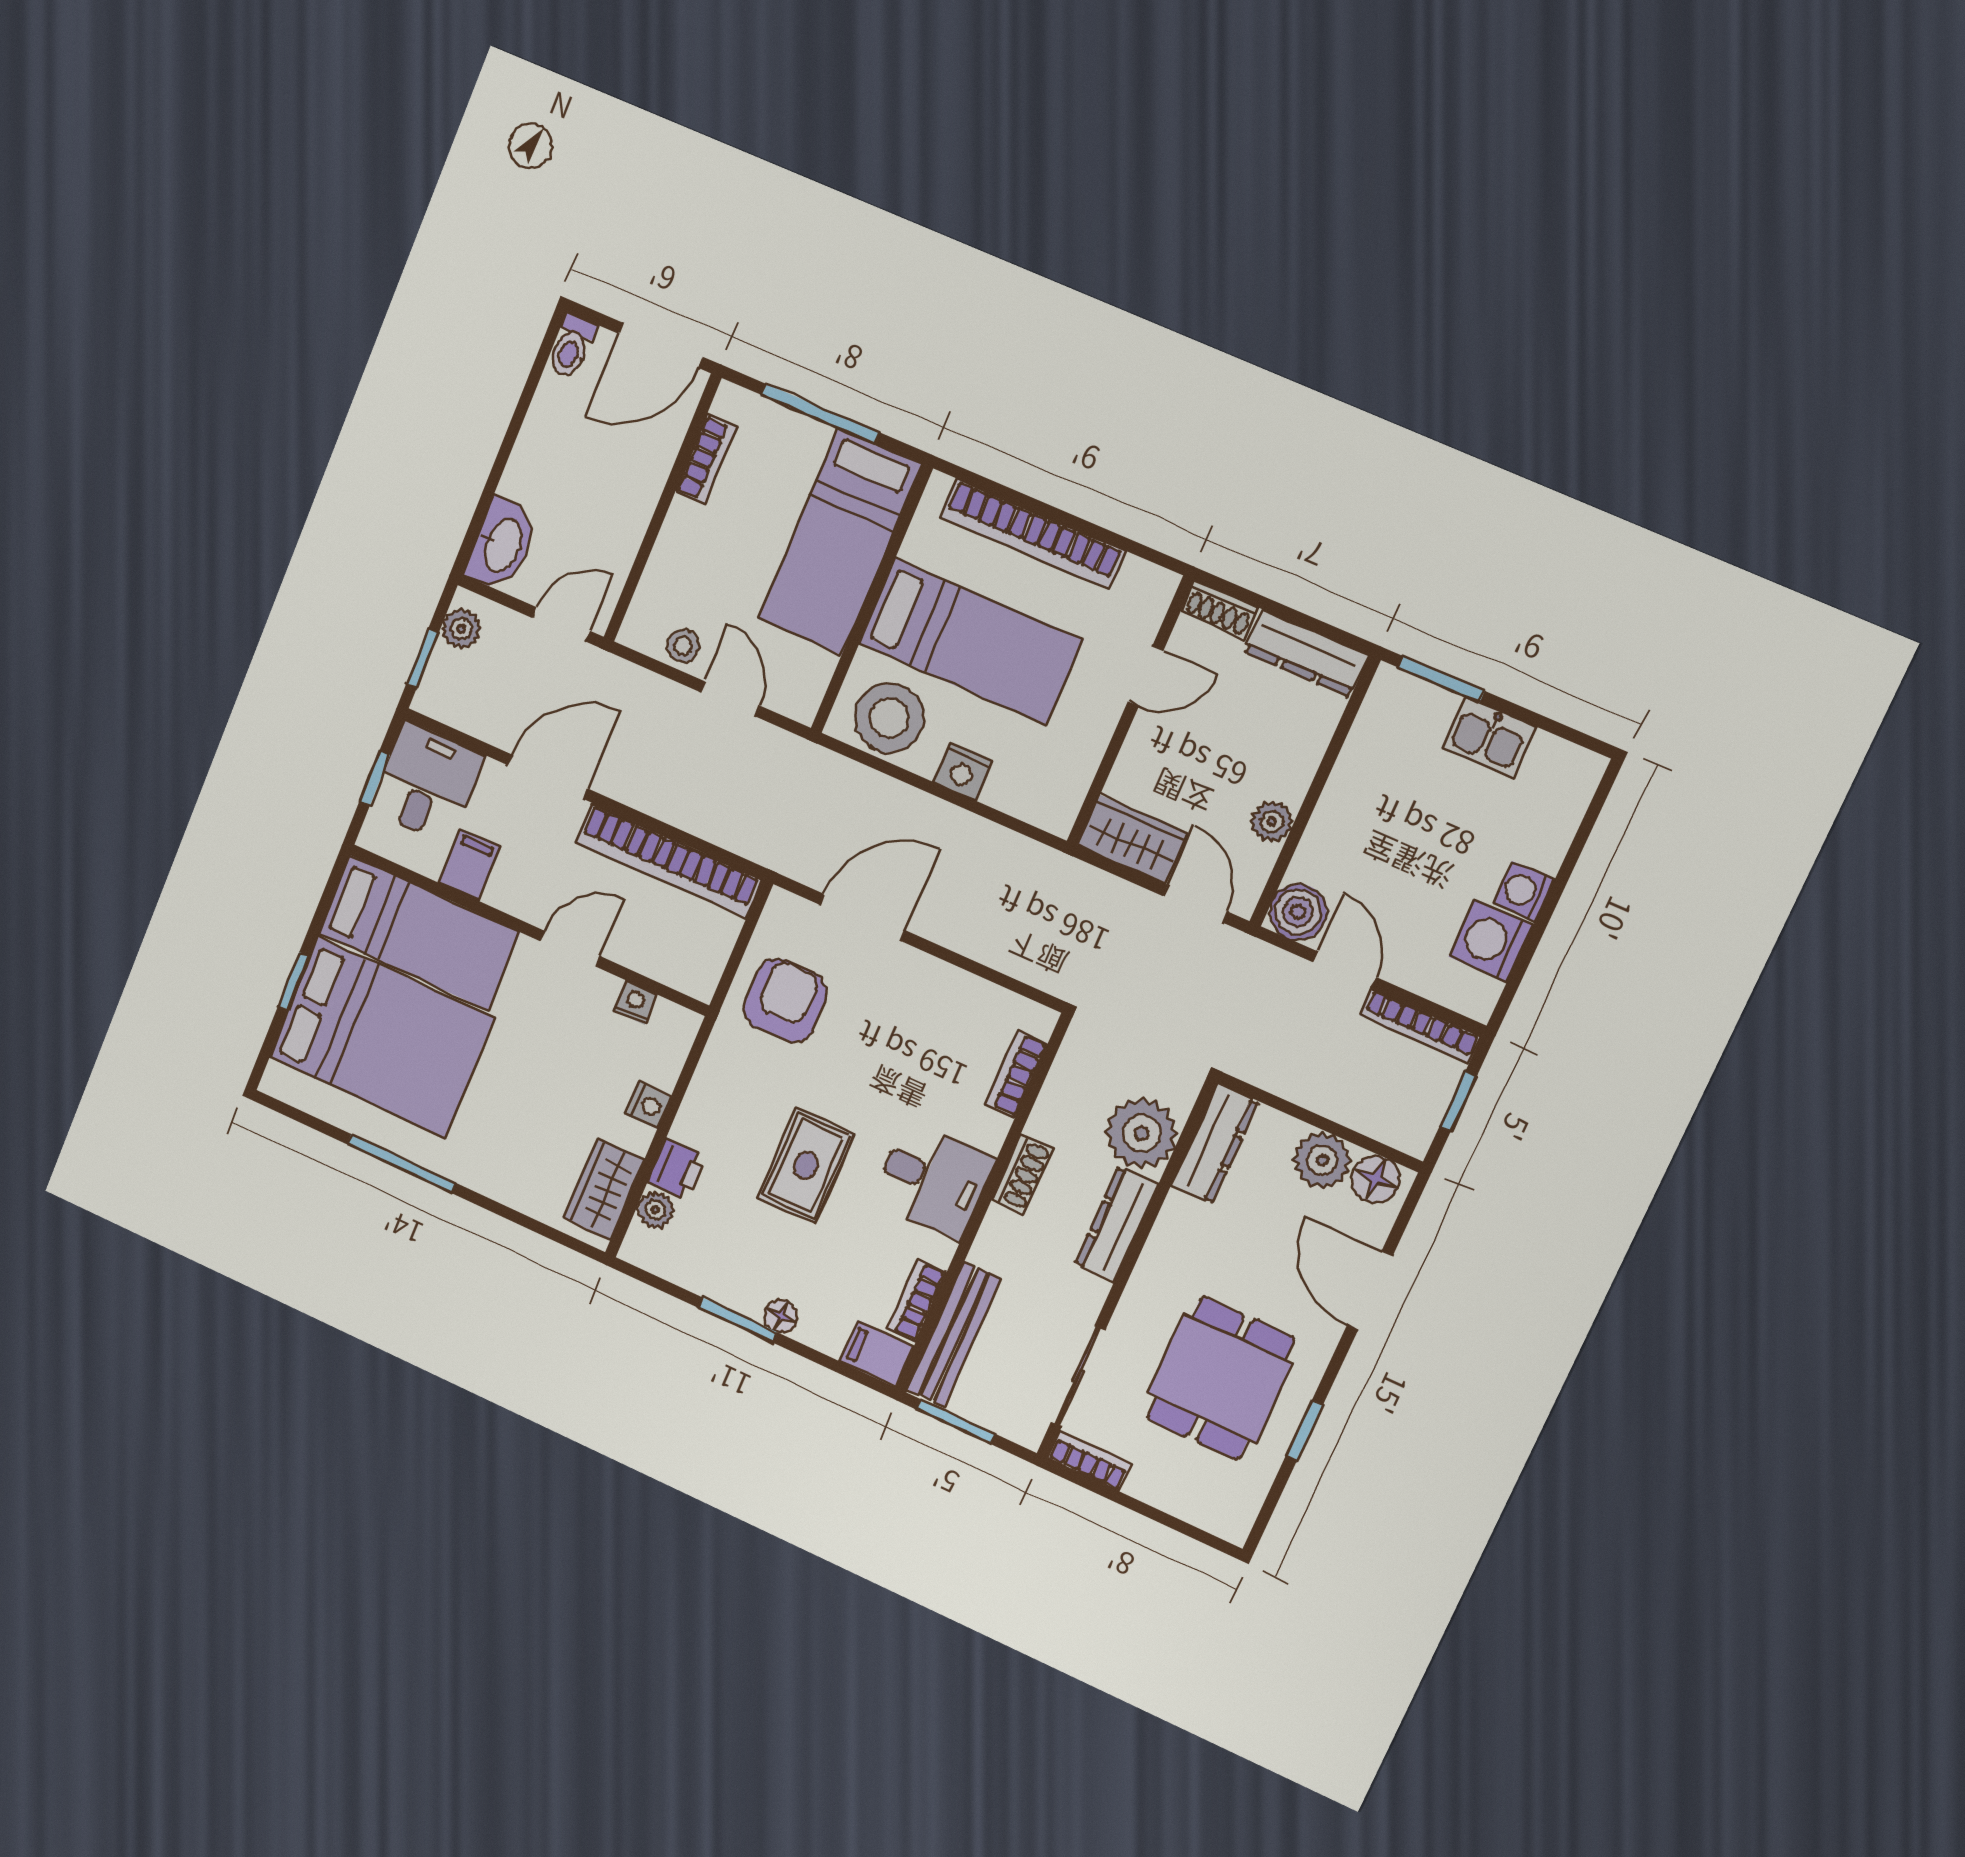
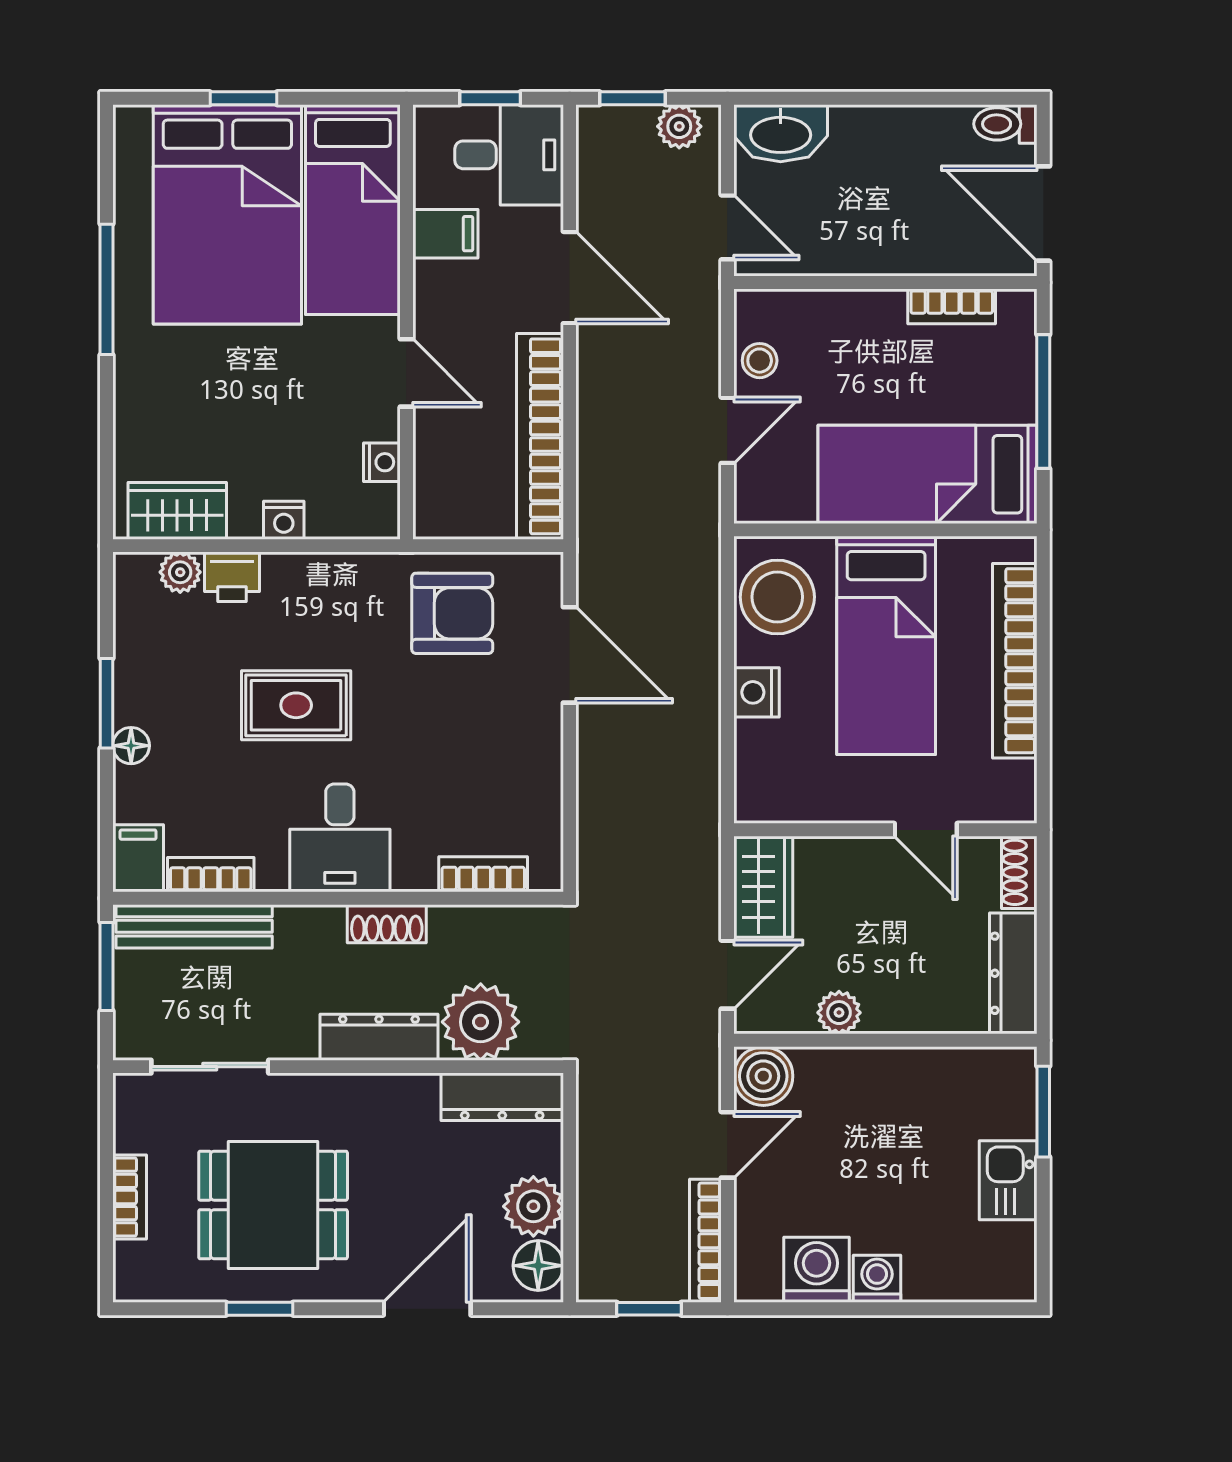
bookcase: (1089, 1461) -> (130, 1197), moved

